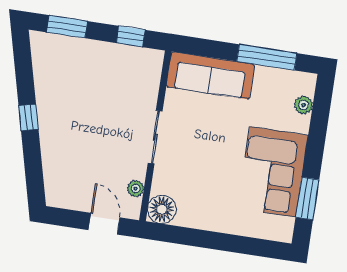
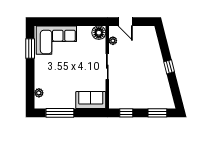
sofa: (210, 76) -> (91, 100), width x0.73
corner sofa: (273, 172) -> (56, 40), moved, turned 90

